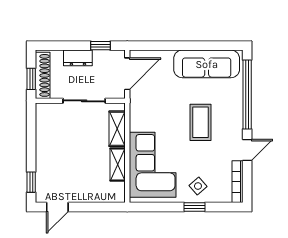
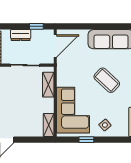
coffee table: (201, 122) -> (107, 80), turned -47
shelving: (118, 165) -> (49, 125), moved
window: (195, 207) -> (86, 140), moved

